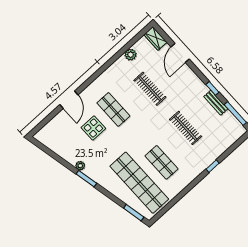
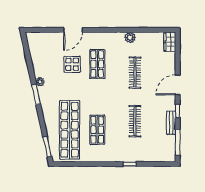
door: (180, 53) -> (178, 85), moved
plant: (131, 55) -> (130, 37), moved

